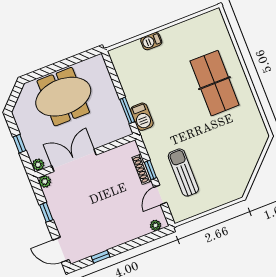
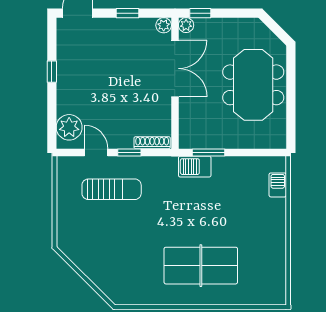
barbecue: (151, 41) -> (278, 185), moved
window: (19, 144) -> (200, 13), moved
shoe rack: (142, 169) -> (152, 143), moved
plant: (155, 225) -> (69, 127), width x1.88, depth x1.88
window: (101, 257) -> (52, 72), moved

